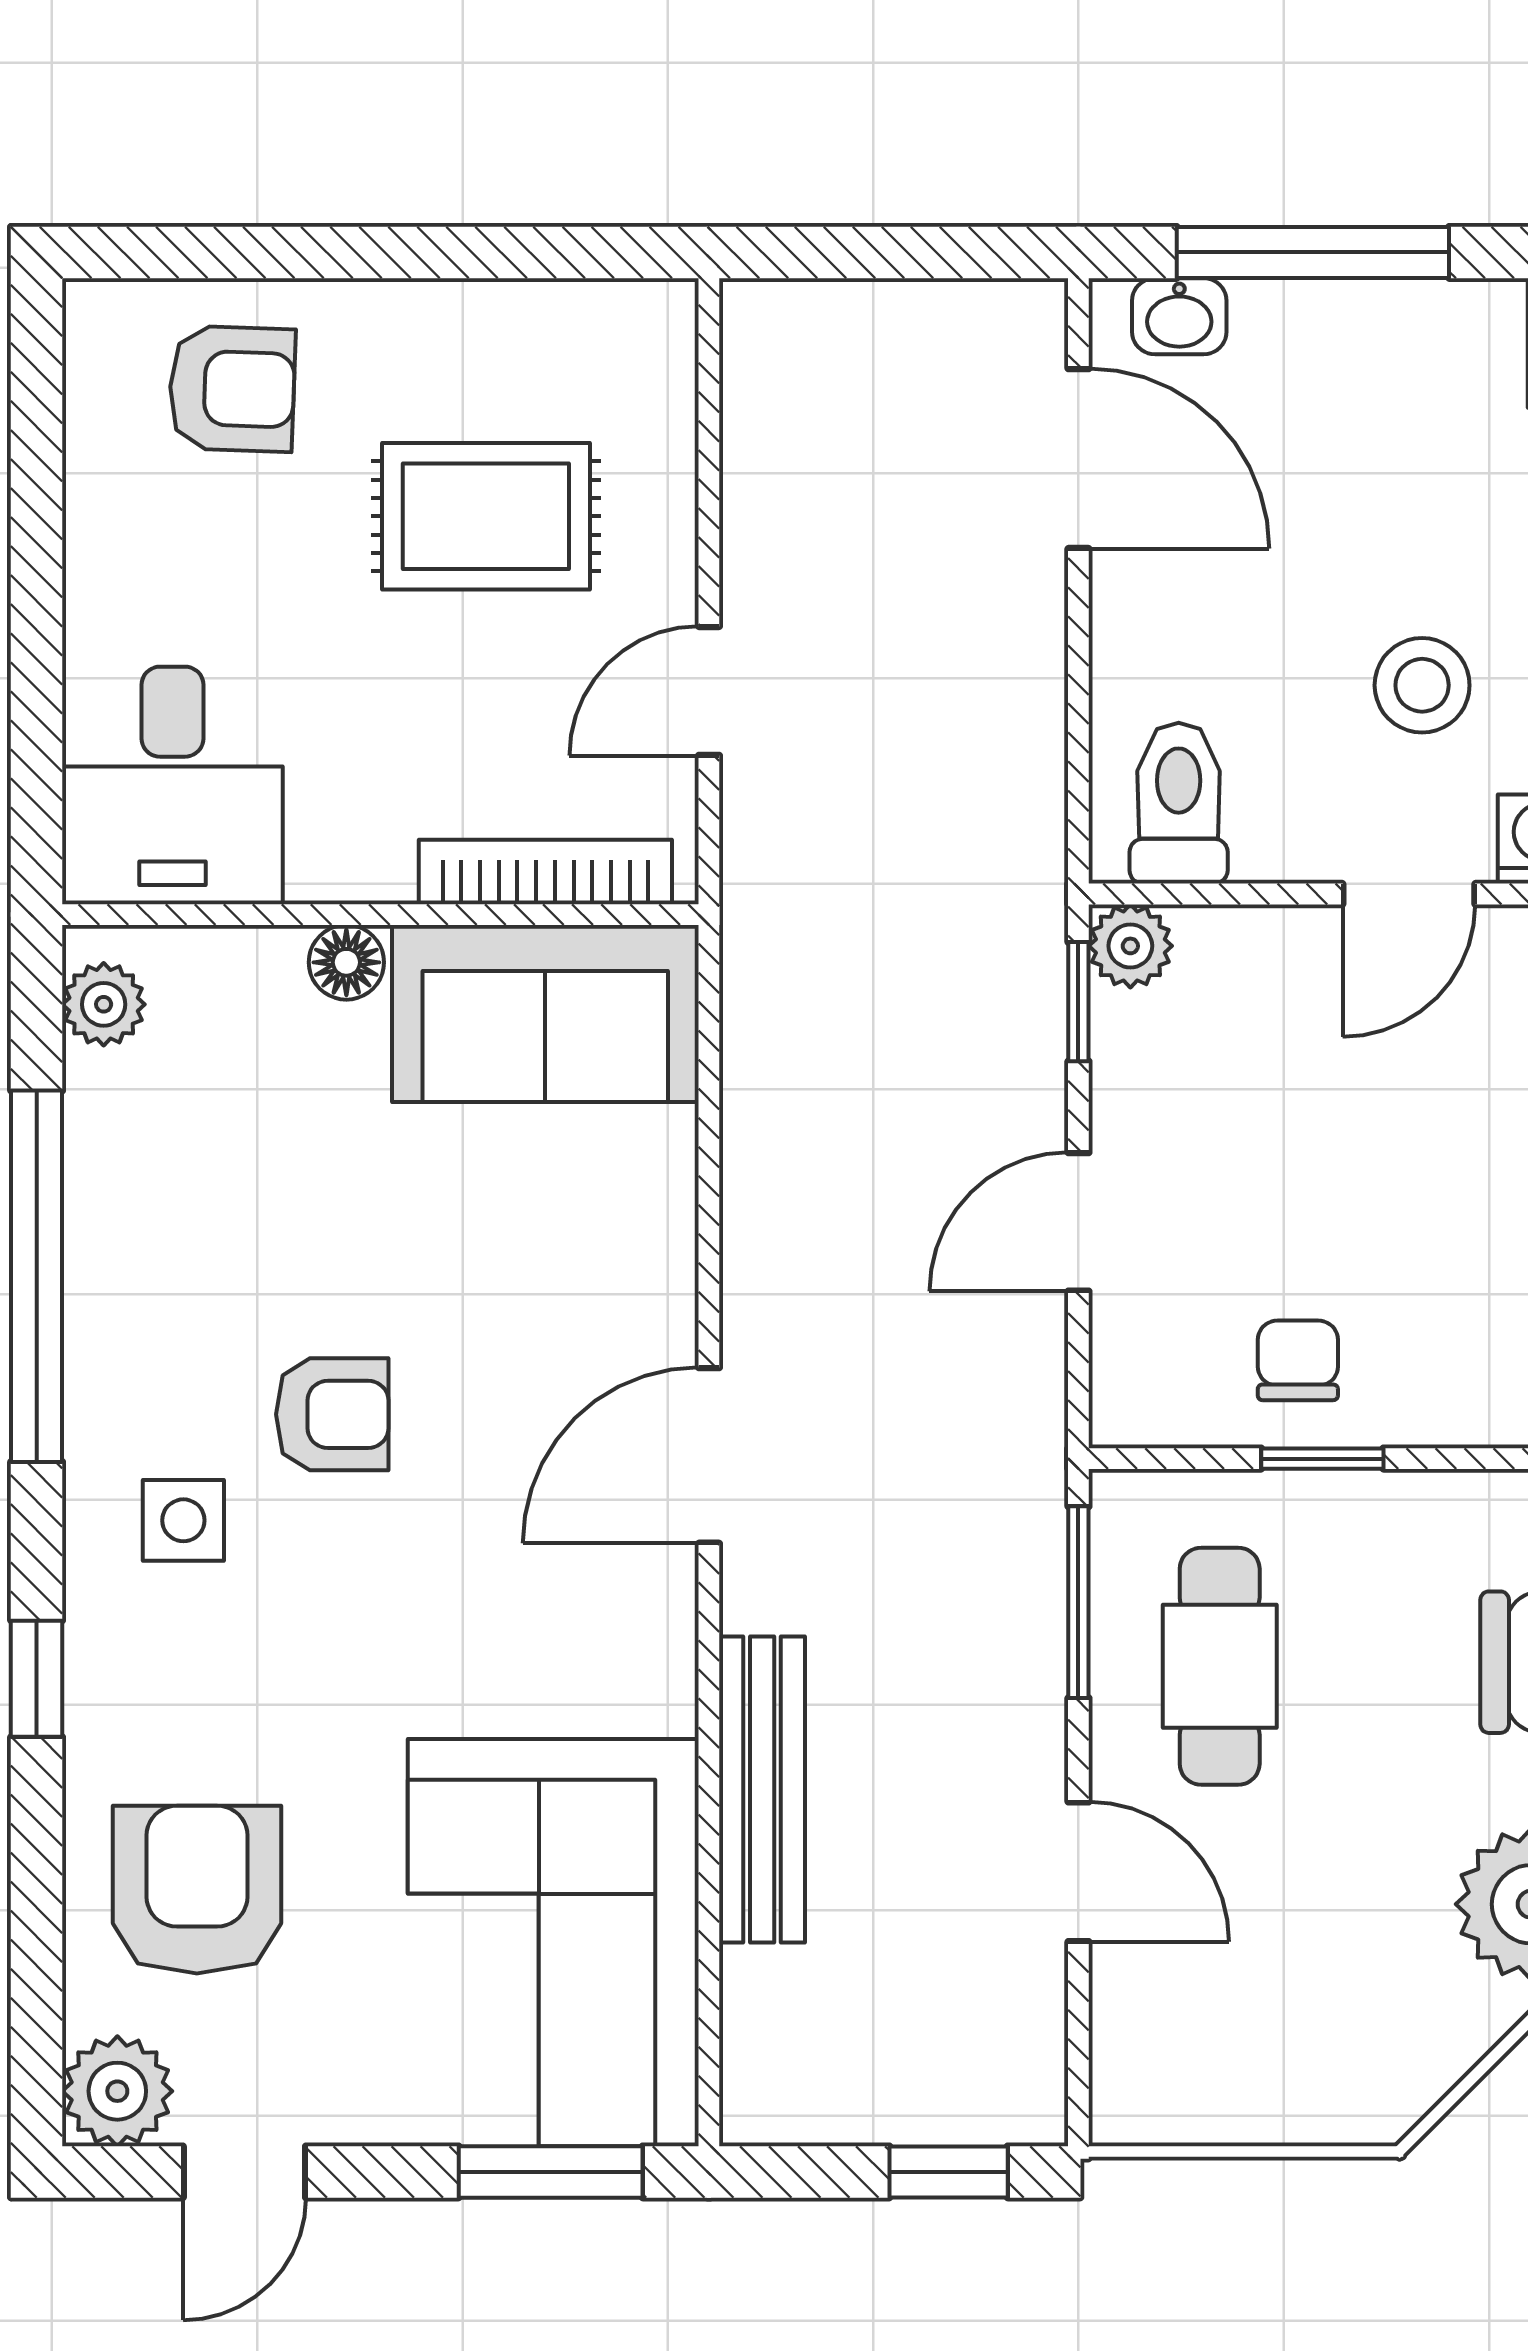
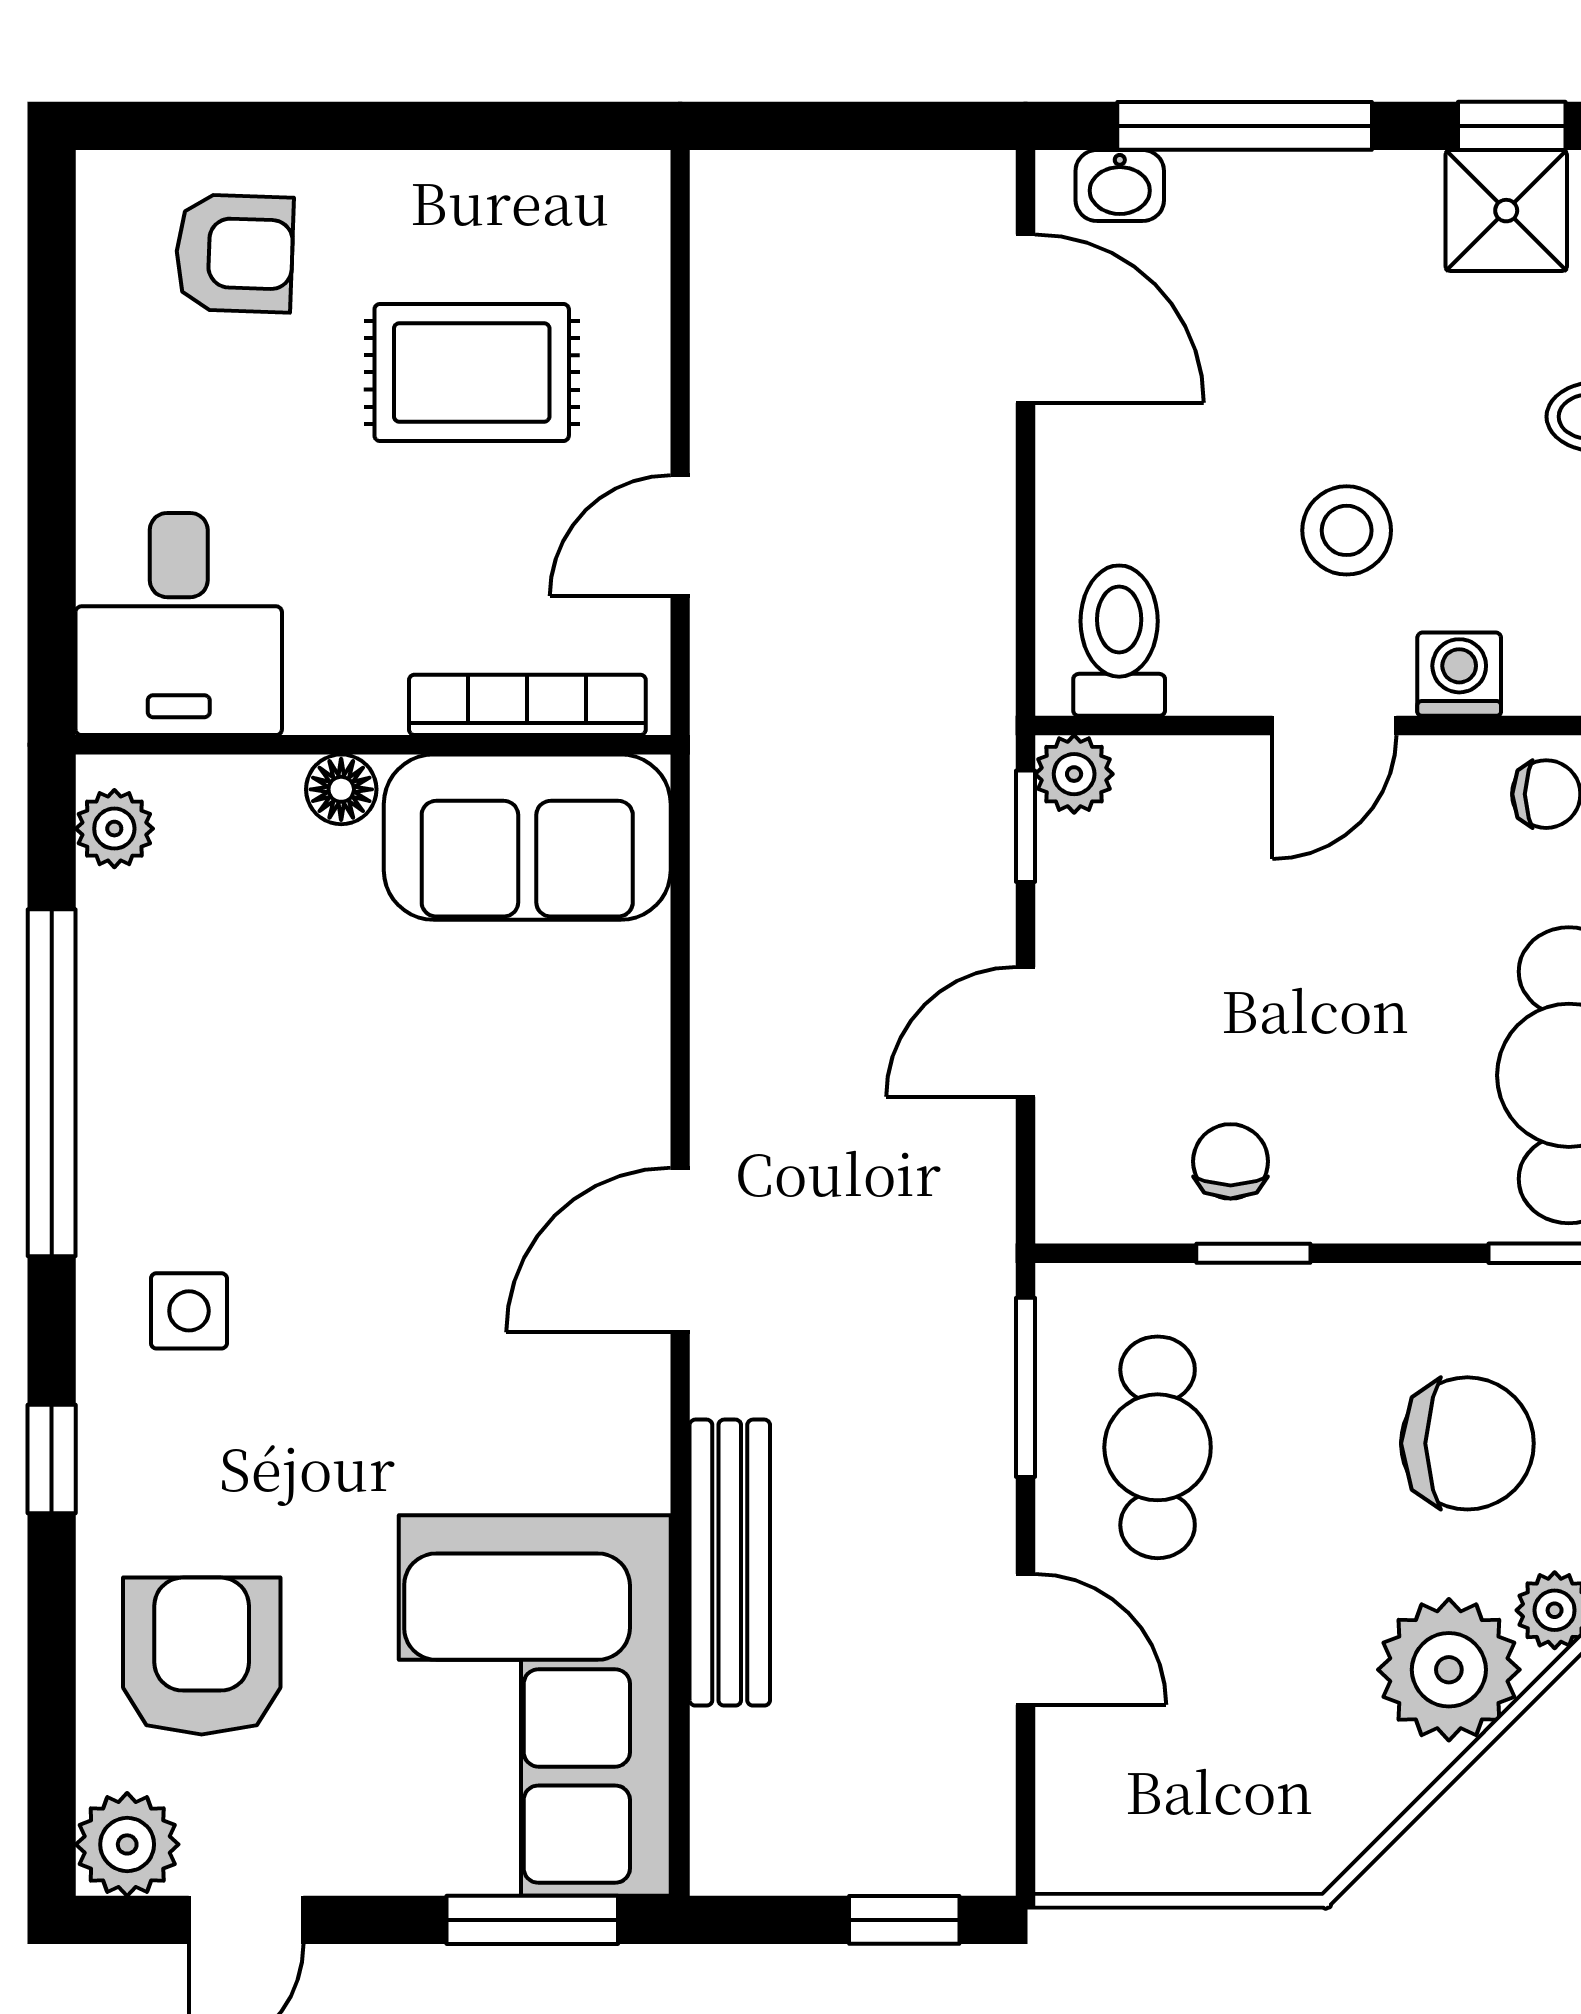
armchair: (332, 1414) -> (328, 1212), removed

